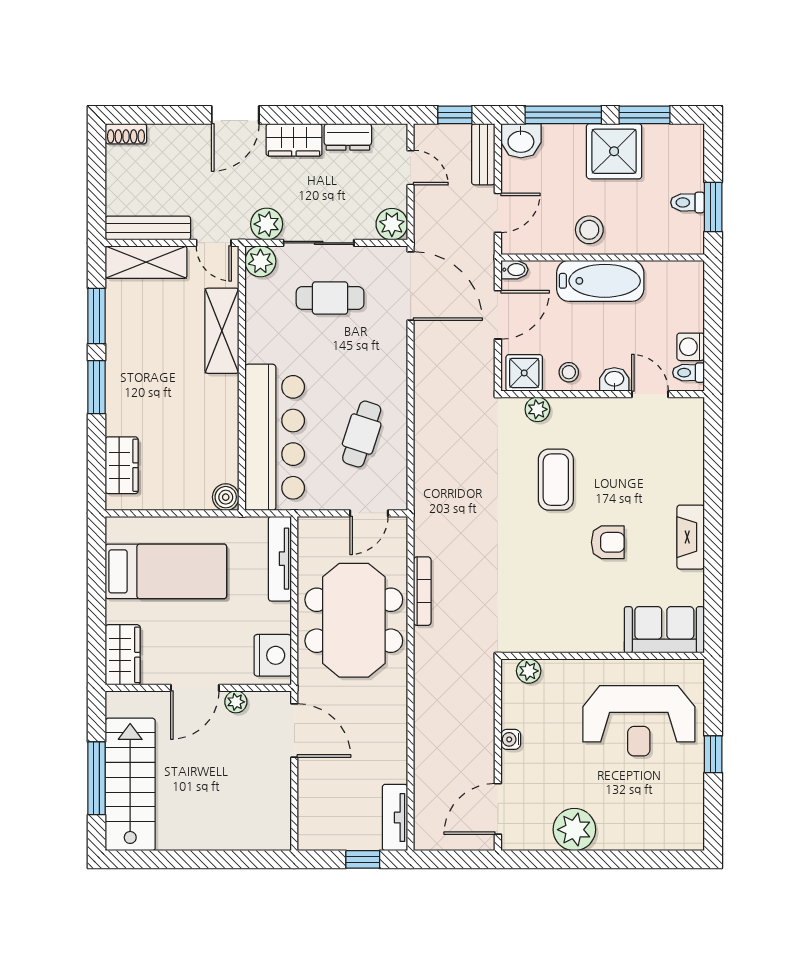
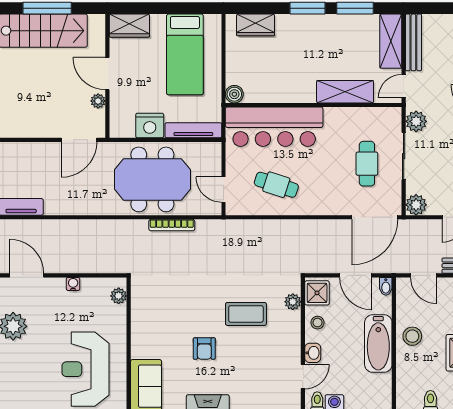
plant: (260, 261) -> (391, 117), removed
nightstand: (273, 655) -> (150, 125), moved

